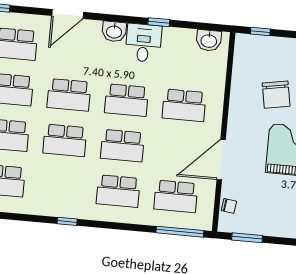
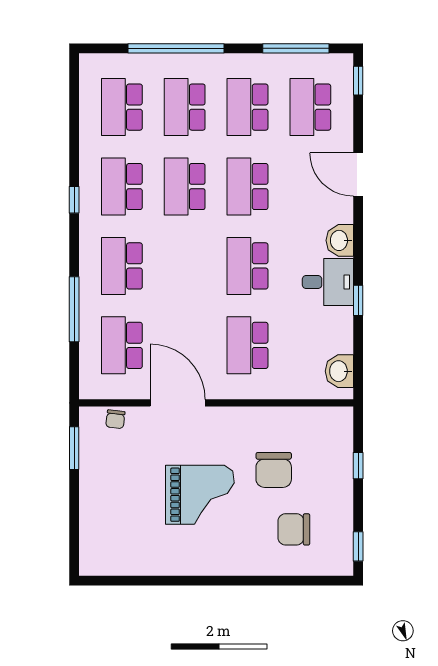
window: (260, 31) -> (358, 466), moved
chair: (276, 95) -> (274, 470), turned -80
school desk: (122, 146) -> (122, 187), moved
window: (180, 232) -> (74, 309), moved

